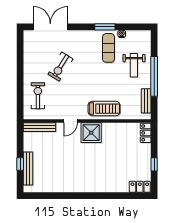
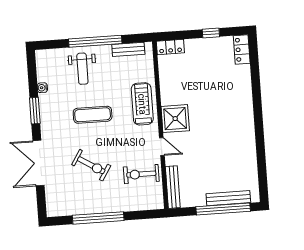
double door: (50, 27) -> (39, 163), moved
exercise mat: (108, 48) -> (93, 115), moved
weight bench: (134, 65) -> (82, 69), turned 90
window: (20, 69) -> (98, 218), added
exercise bike: (38, 96) -> (141, 174), moved
window: (20, 164) -> (223, 209), width x3.17

